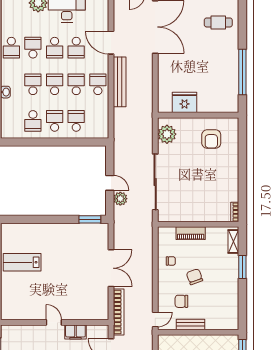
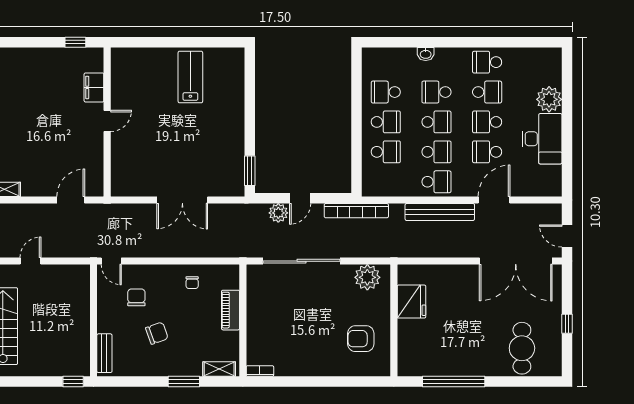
cafe table: (218, 22) -> (522, 348), width x1.37, depth x1.35
school desk: (33, 84) -> (436, 92), turned 180
chair: (195, 277) -> (157, 333), moved
bookcase: (119, 312) -> (356, 211), moved
bench: (190, 324) -> (104, 353), moved
filing cabinet: (75, 332) -> (94, 87), moved

